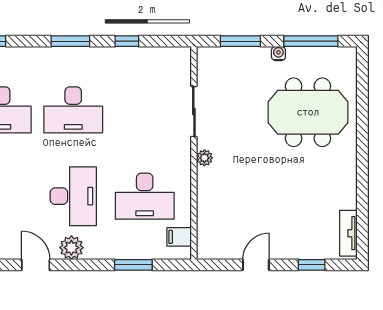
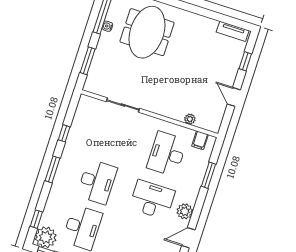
water cooler: (278, 53) -> (107, 26), moved
plant: (204, 158) -> (190, 119), moved
desk: (145, 196) -> (167, 154), turned 180

